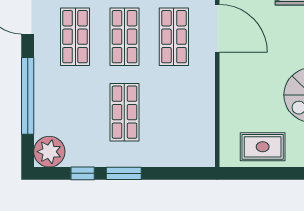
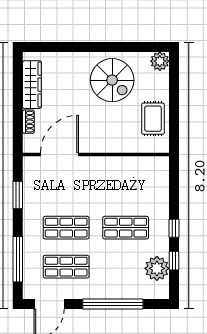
shop shelf: (174, 37) -> (66, 189), removed
plant: (49, 152) -> (157, 268), moved
window: (124, 173) -> (174, 228), width x0.67

